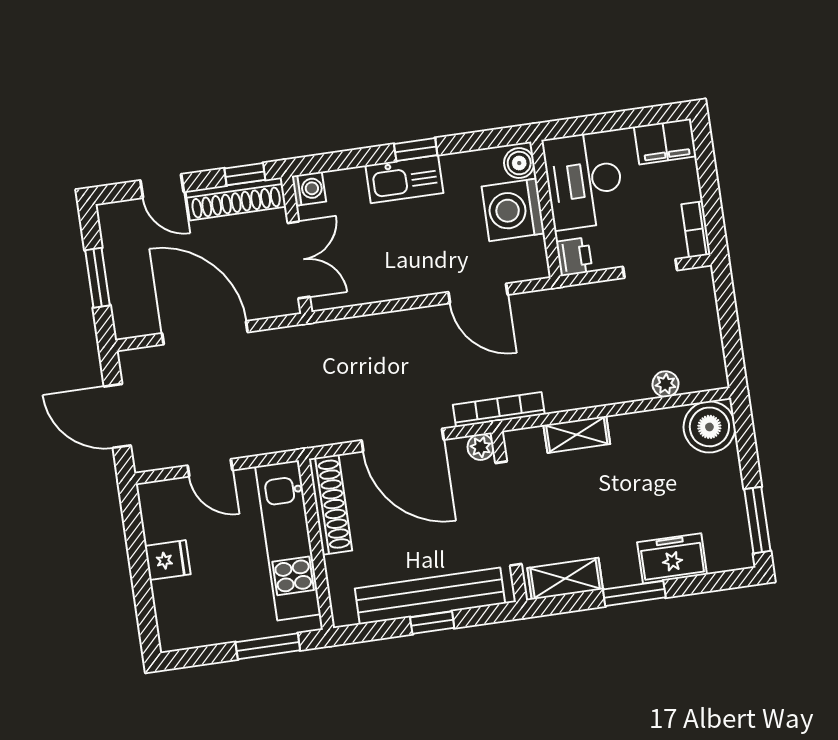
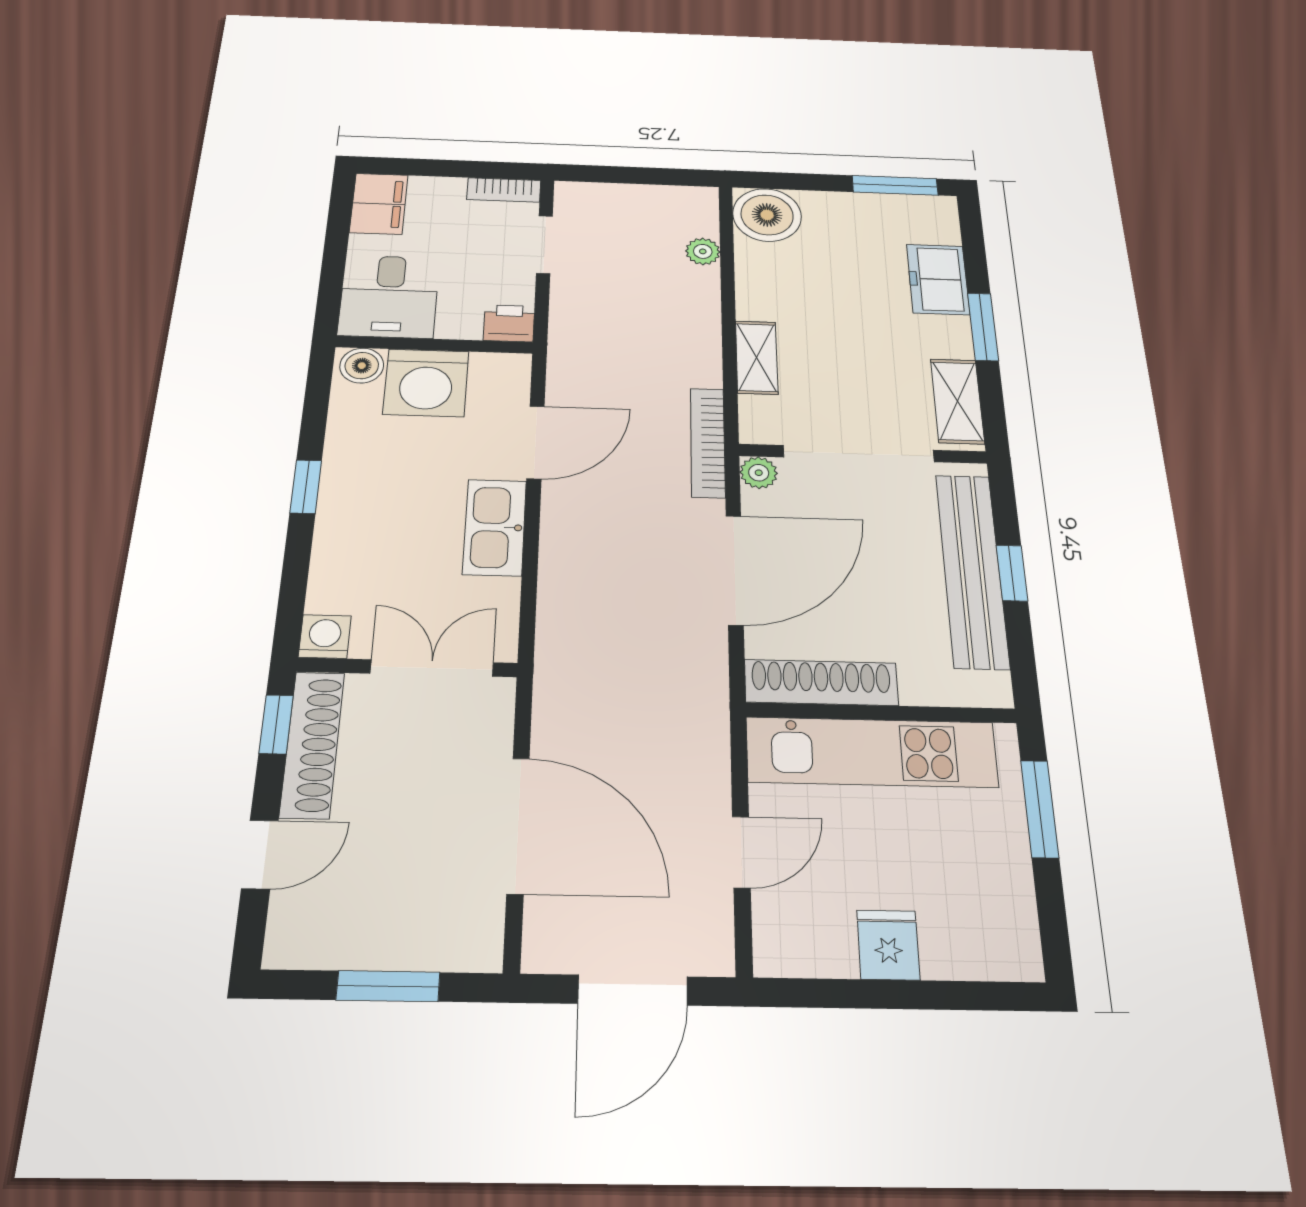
kitchen sink: (404, 179) -> (495, 527), moved, turned 180
desk: (584, 181) -> (389, 296), width x0.73
door: (205, 333) -> (518, 825), swing flipped

